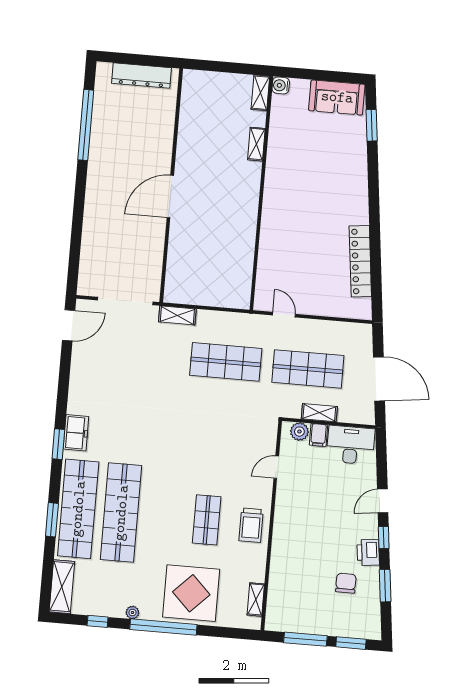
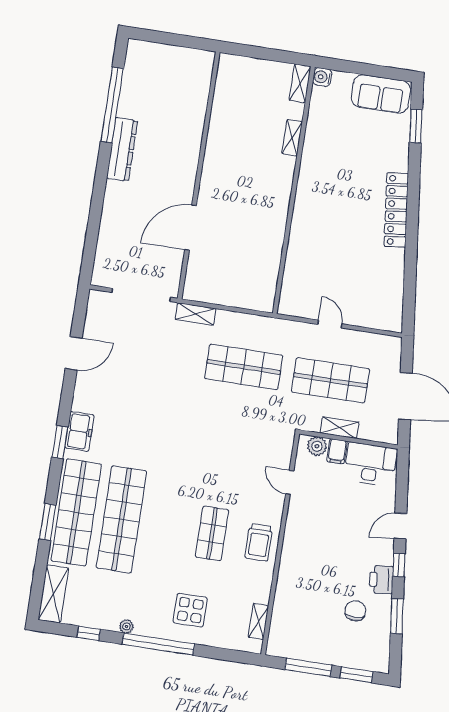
dresser: (141, 76) -> (122, 149), moved, turned -90
door: (170, 197) -> (191, 228), moved
locker: (360, 261) -> (396, 210), moved
door: (284, 315) -> (330, 324), moved
door: (69, 325) -> (74, 353), moved
door: (276, 467) -> (290, 482), hinge flipped
display table: (191, 593) -> (190, 610), width x0.54, depth x0.54

